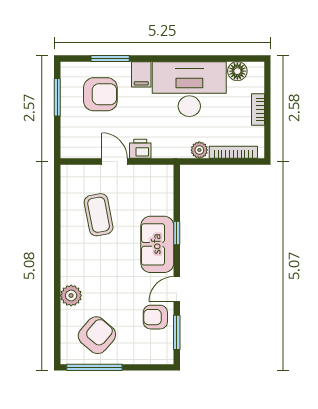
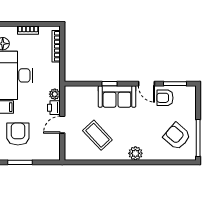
plant: (199, 150) -> (55, 94), moved
coffee table: (99, 215) -> (97, 135), turned 58
plant: (71, 296) -> (135, 153), moved
armchair: (155, 317) -> (165, 98), turned 90

